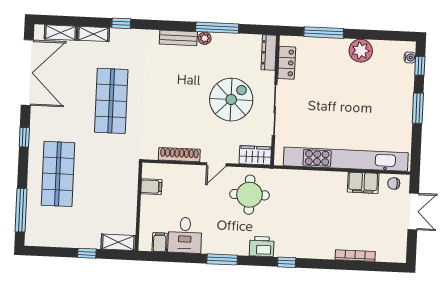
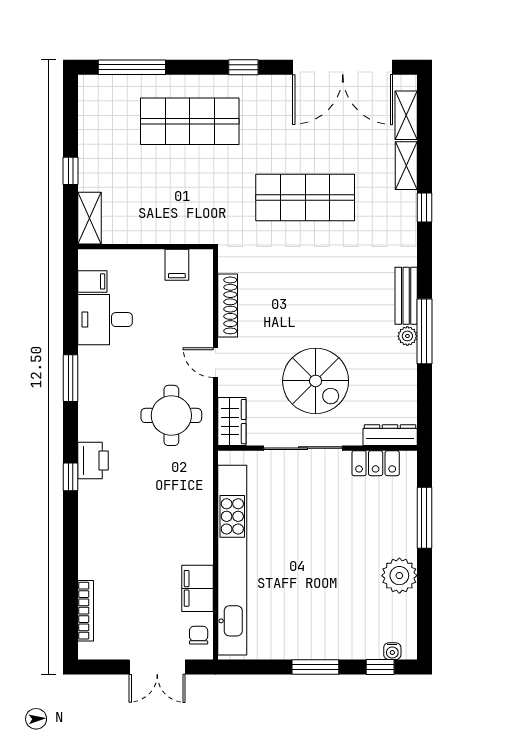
window: (217, 28) -> (424, 331), moved
printer: (262, 246) -> (93, 460), moved
bookcase: (355, 256) -> (86, 611), moved

